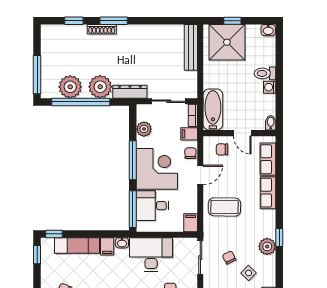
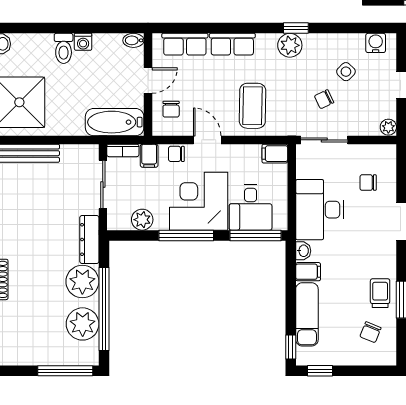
plant: (267, 246) -> (290, 45), moved

